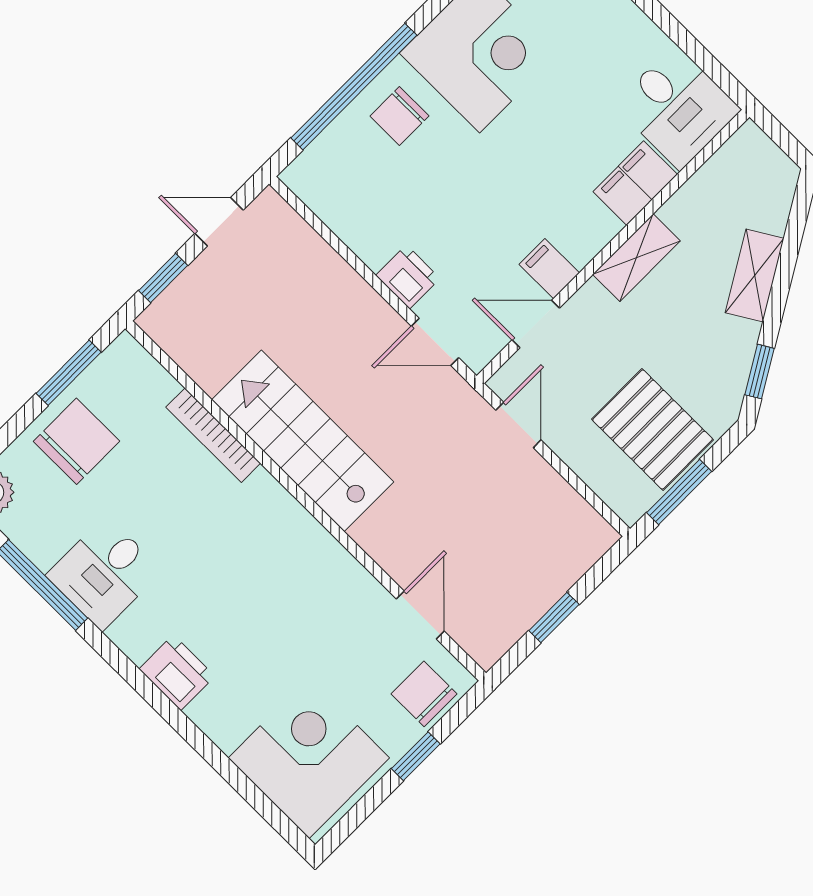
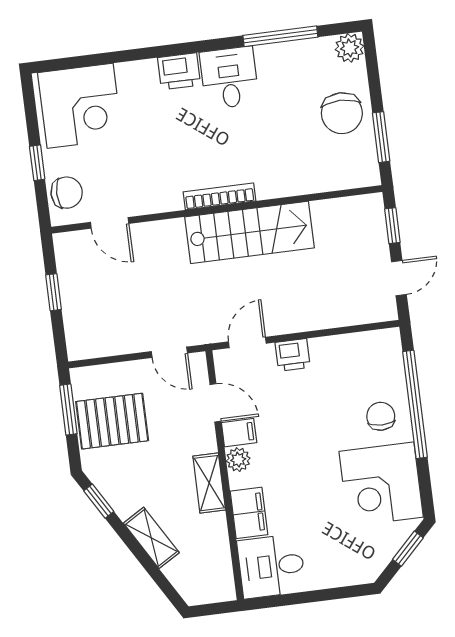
plant: (582, 245) -> (238, 460), added
door: (536, 324) -> (215, 403), hinge flipped
bookcase: (213, 435) -> (219, 196), moved
desk: (104, 573) -> (229, 78), moved

